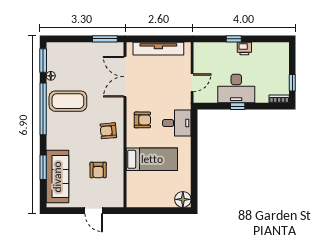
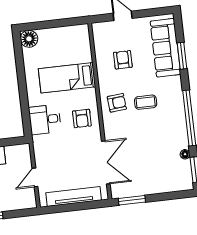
door: (192, 83) -> (35, 177), moved
coffee table: (68, 101) -> (146, 102), moved, width x0.54, depth x0.58
armchair: (142, 120) -> (82, 119), turned -90

